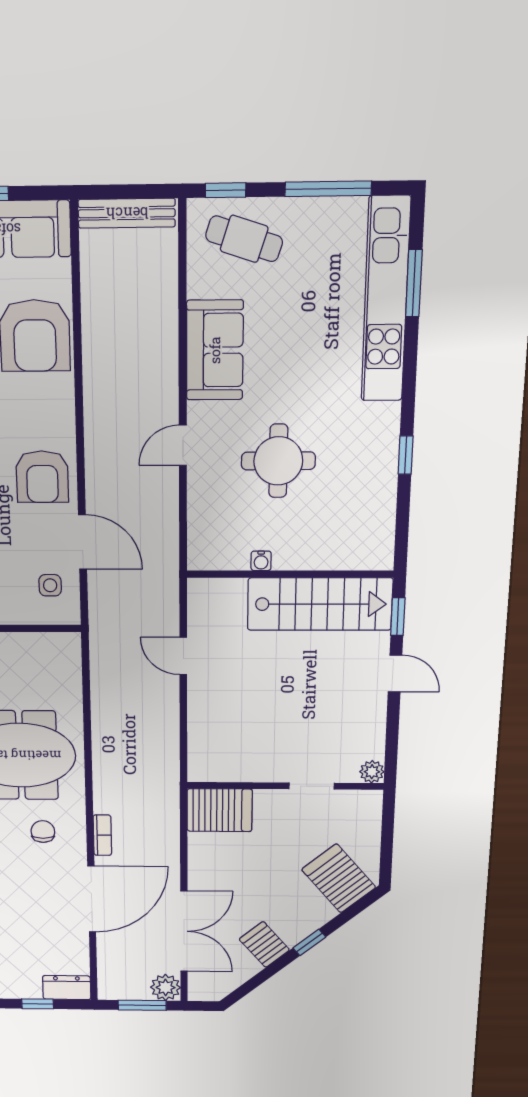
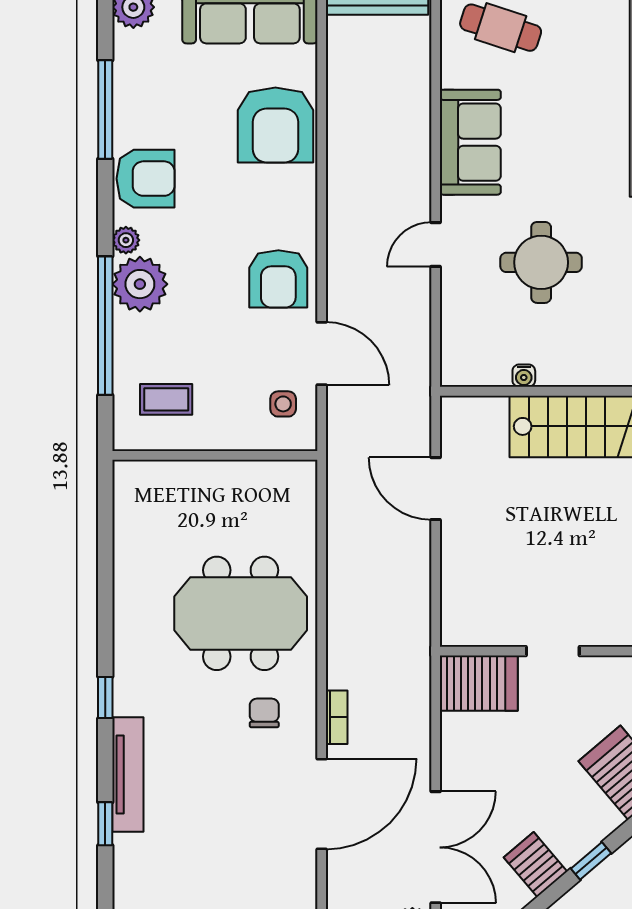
door: (183, 656) -> (436, 489), width x1.38
doorway: (312, 786) -> (553, 651), moved

